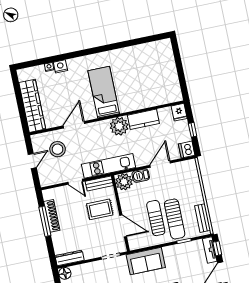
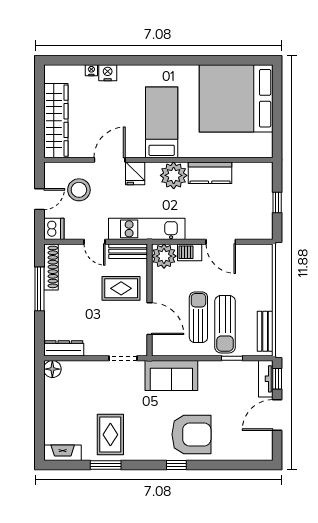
bed: (150, 66) -> (236, 98), added
fridge: (179, 112) -> (135, 173), moved
dishwasher: (187, 150) -> (54, 229), moved, turned 180
door: (160, 164) -> (221, 242), swing flipped
shoe rack: (52, 216) -> (51, 267), moved

